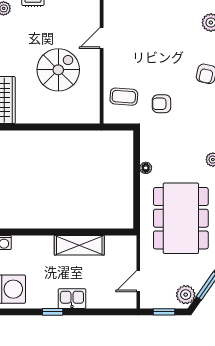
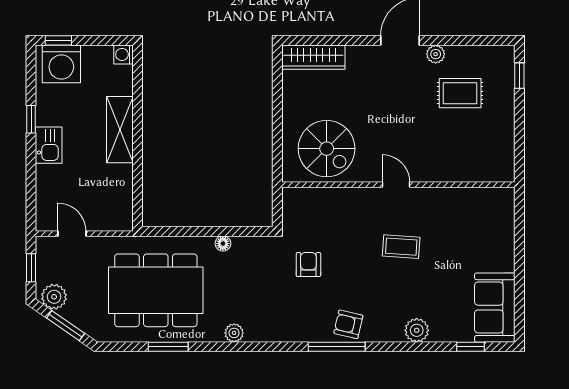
spiral stairs: (58, 70) -> (327, 149), moved
coffee table: (124, 97) -> (401, 247), moved, turned 90
shelving: (79, 245) -> (120, 130), moved

